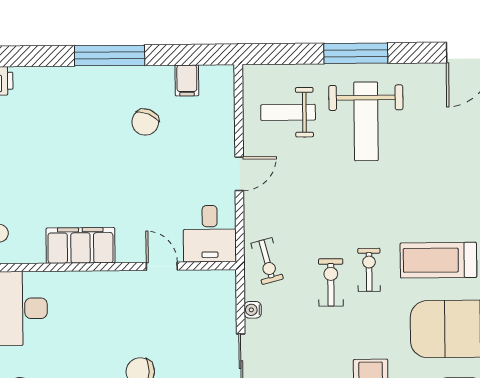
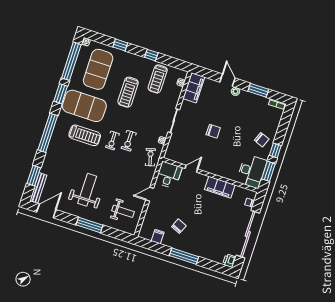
weight bench: (366, 121) -> (87, 190), moved
door: (162, 266) -> (191, 169), swing flipped

